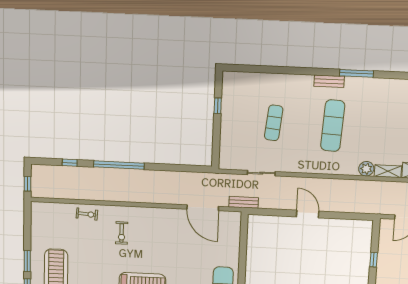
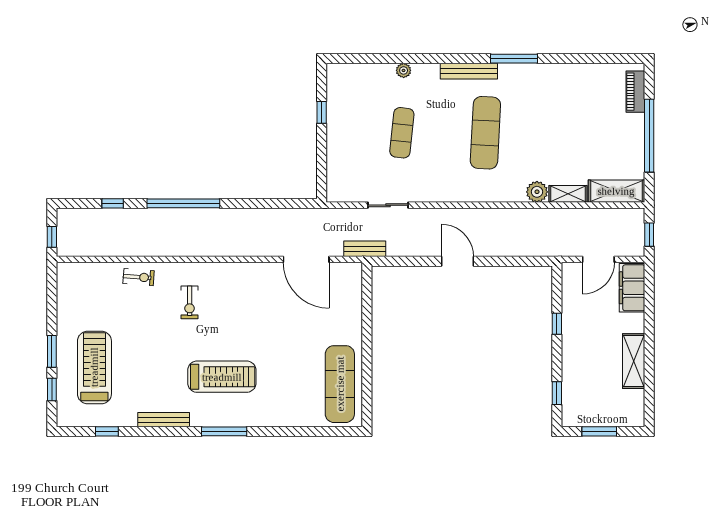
plant: (277, 78) -> (404, 70), added
bench: (329, 81) -> (469, 71), width x1.36

